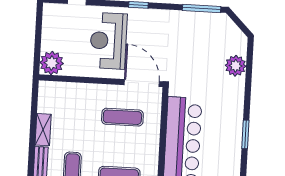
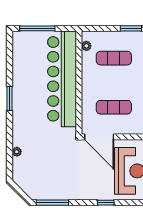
plant: (236, 66) -> (17, 152), width x0.53, depth x0.53

